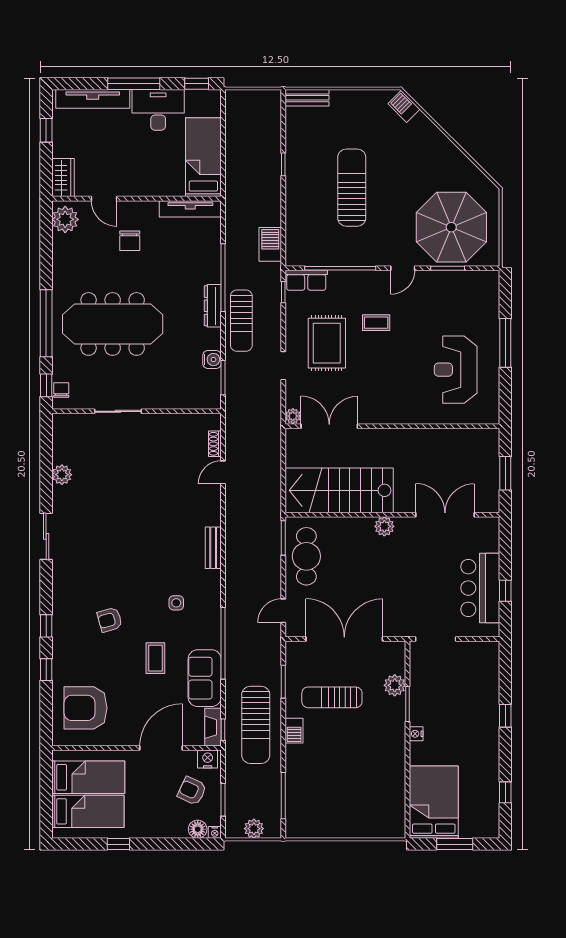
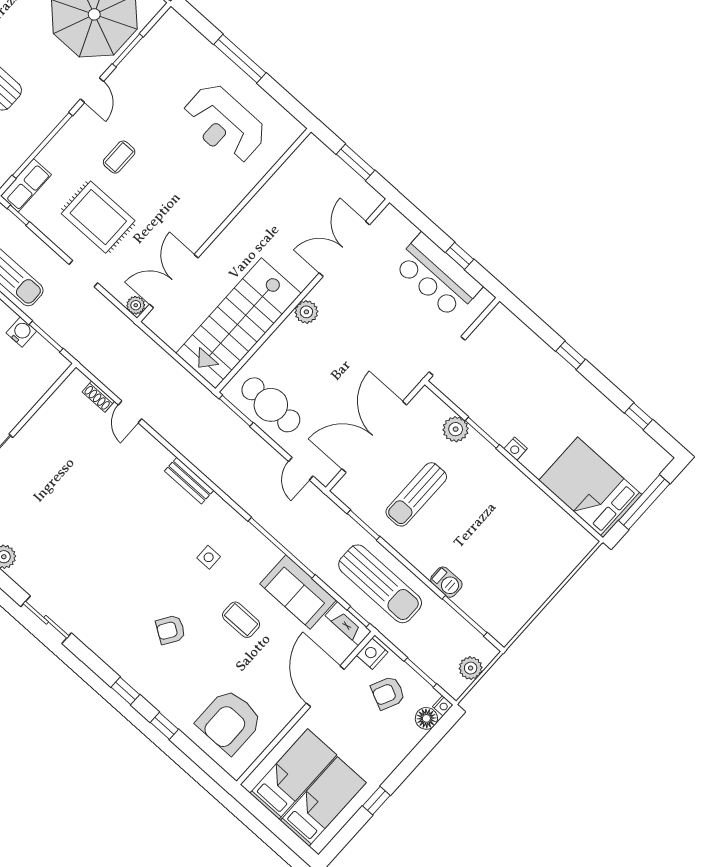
armchair: (110, 620) -> (171, 630), turned 49
barbecue: (294, 731) -> (446, 582), moved
window: (455, 844) -> (644, 502), width x1.44

